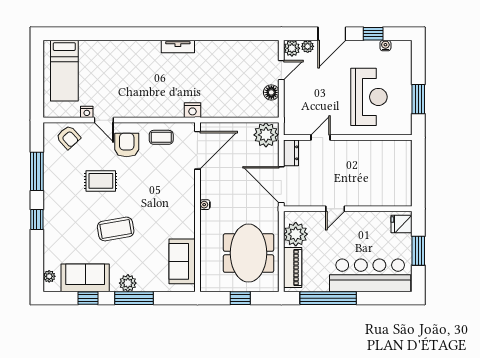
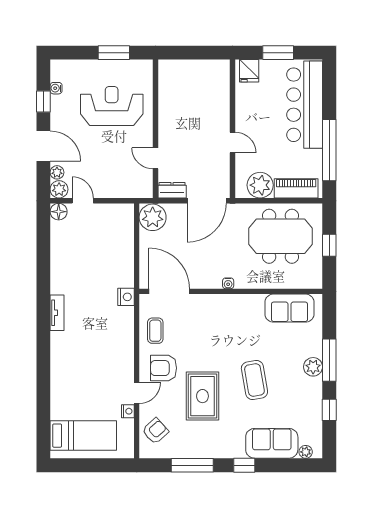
floor lamp: (271, 92) -> (59, 212), moved
rug: (101, 181) -> (202, 396), width x1.36, depth x1.43
sofa: (85, 278) -> (272, 443), moved, turned 90

